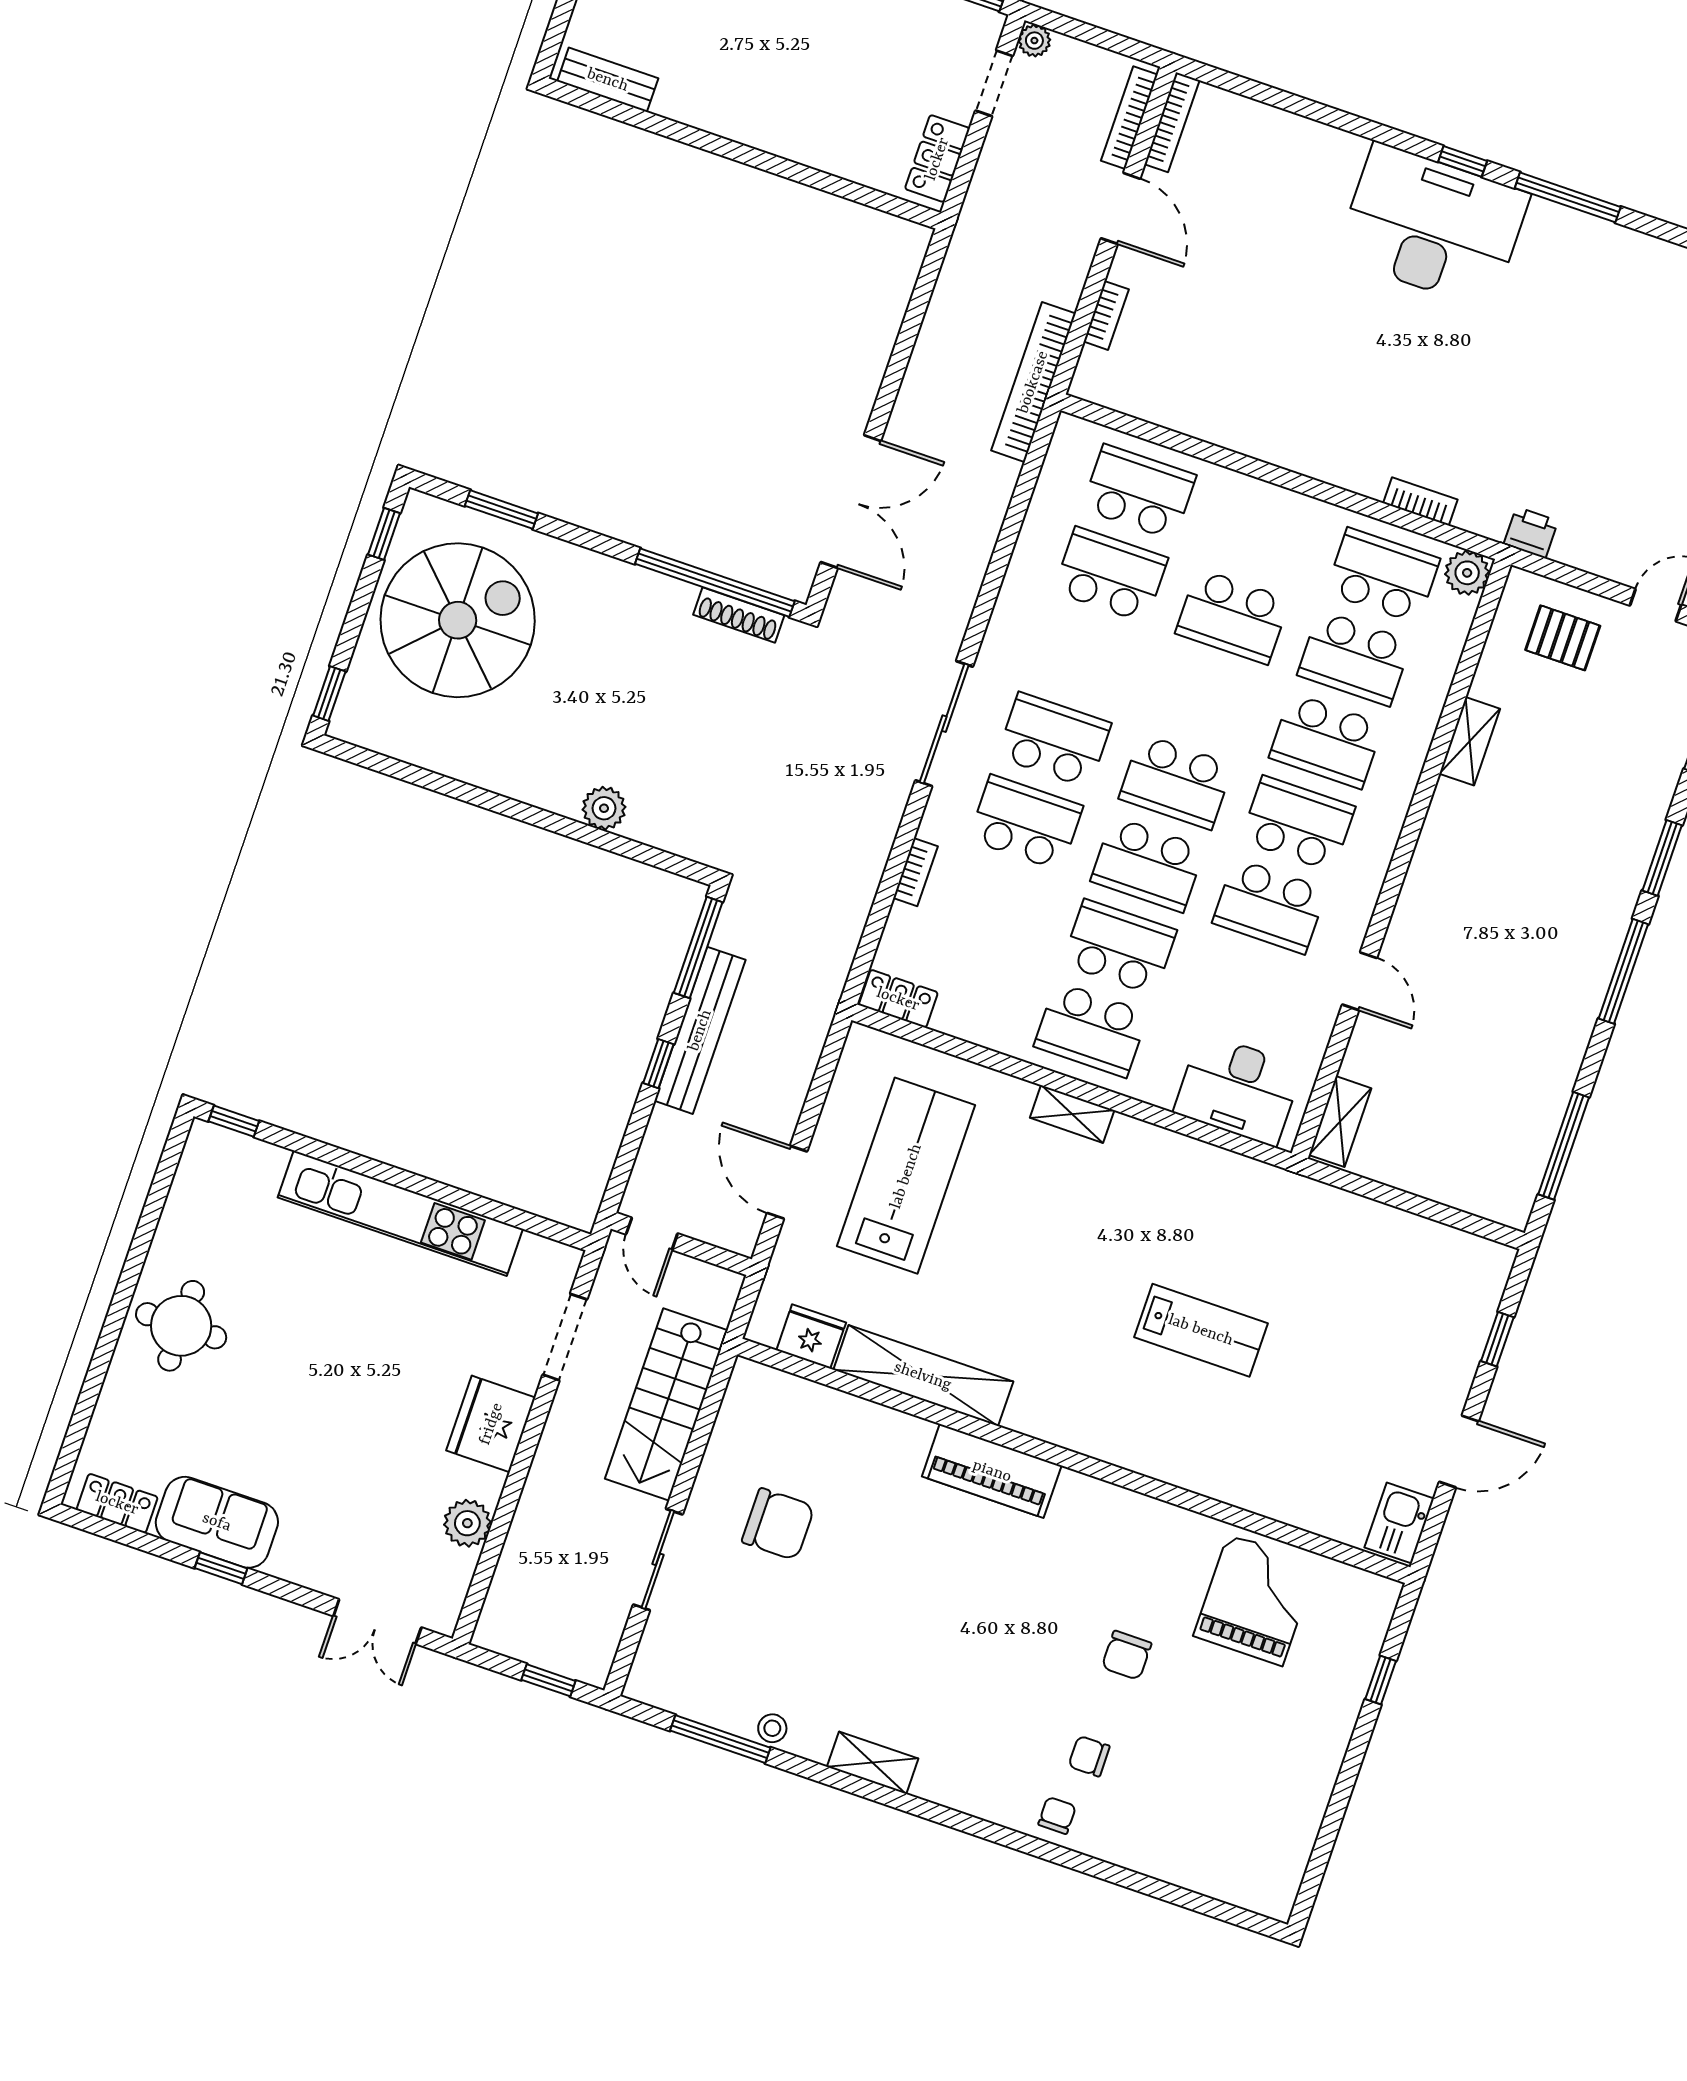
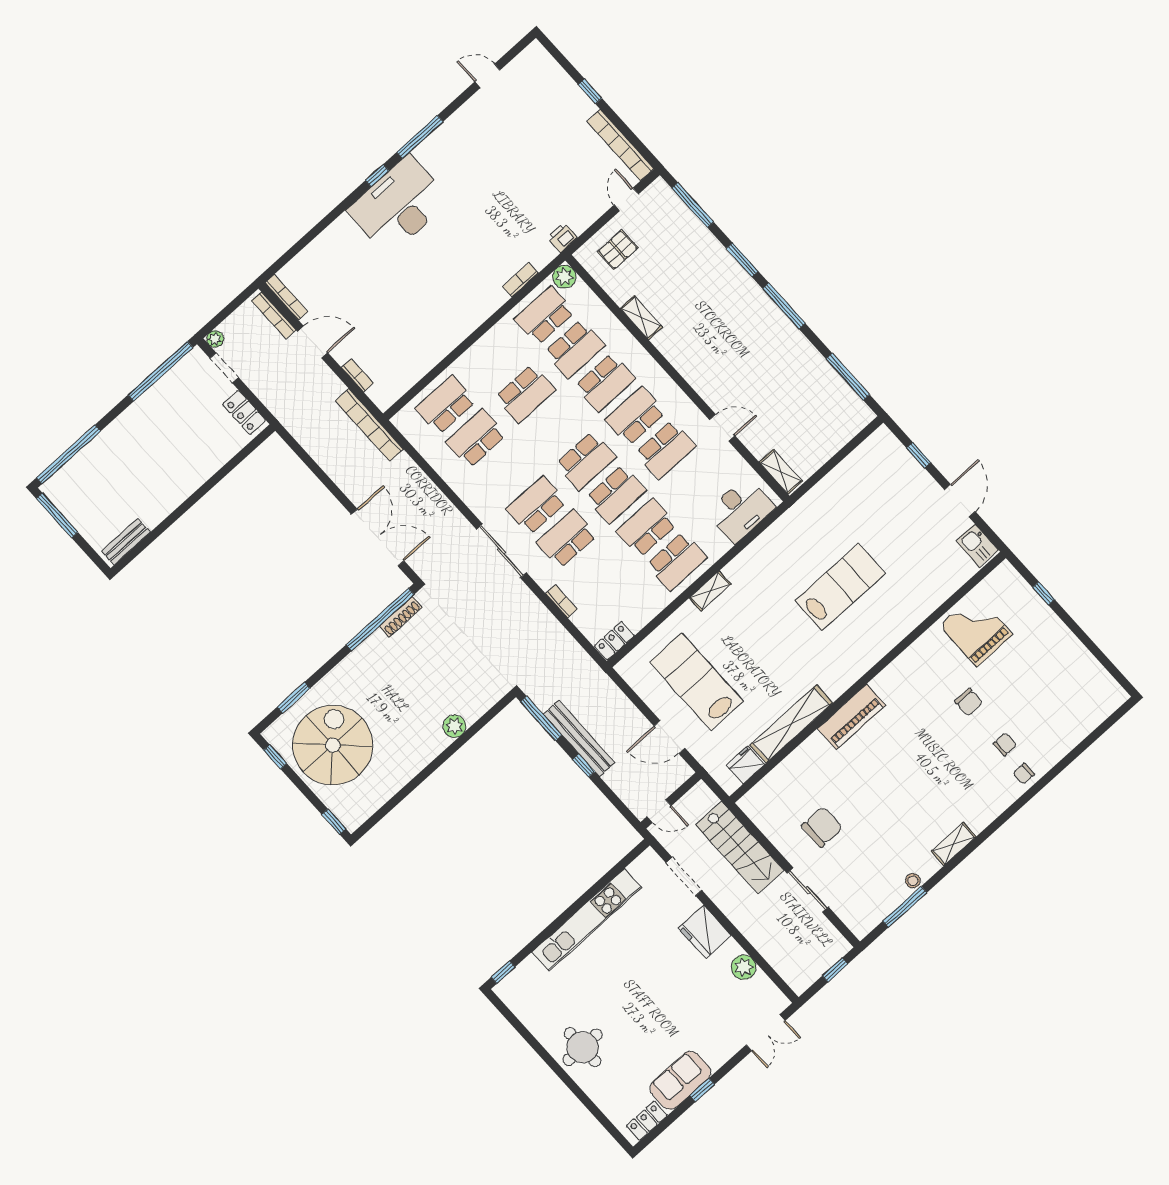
lab bench: (1201, 1330) -> (840, 587), width x1.36, depth x1.39
chair: (1089, 1756) -> (1005, 744), turned 180
chair: (1057, 1815) -> (1024, 774), turned -90

